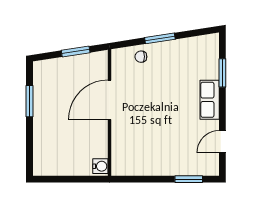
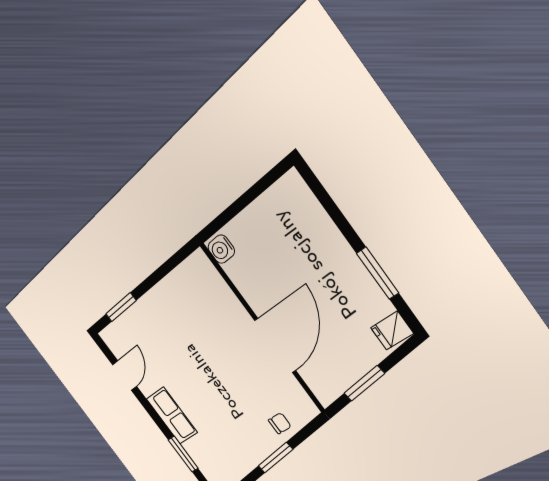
fridge: (42, 70) -> (392, 331), added

